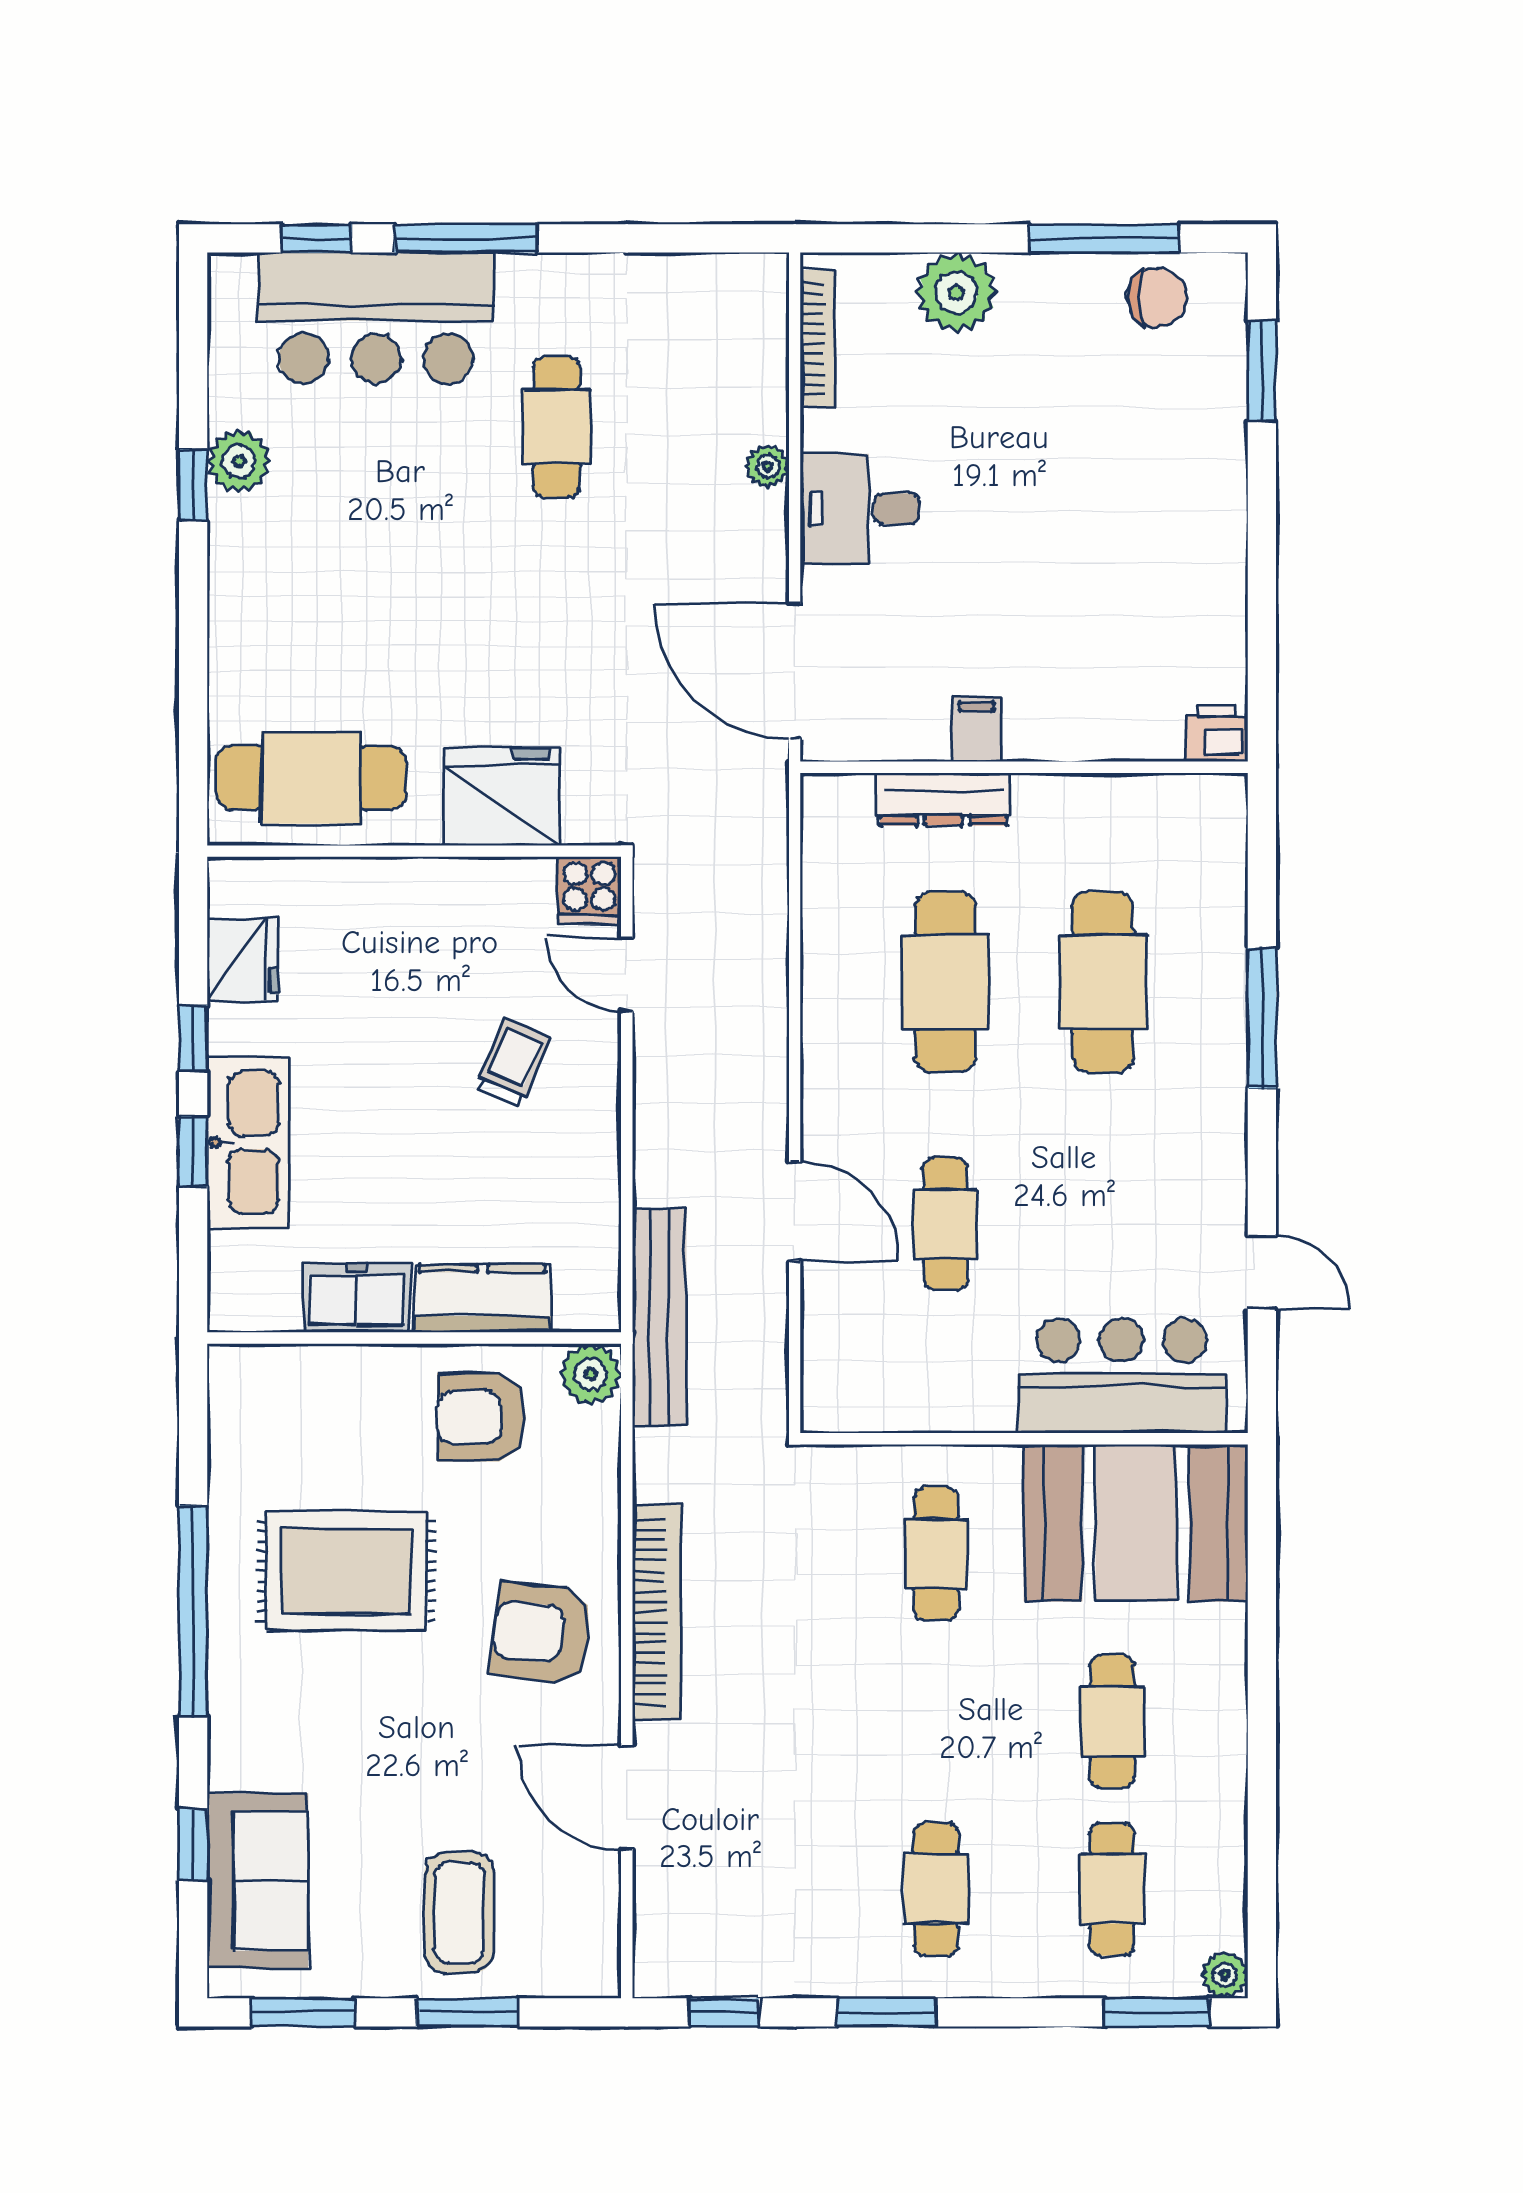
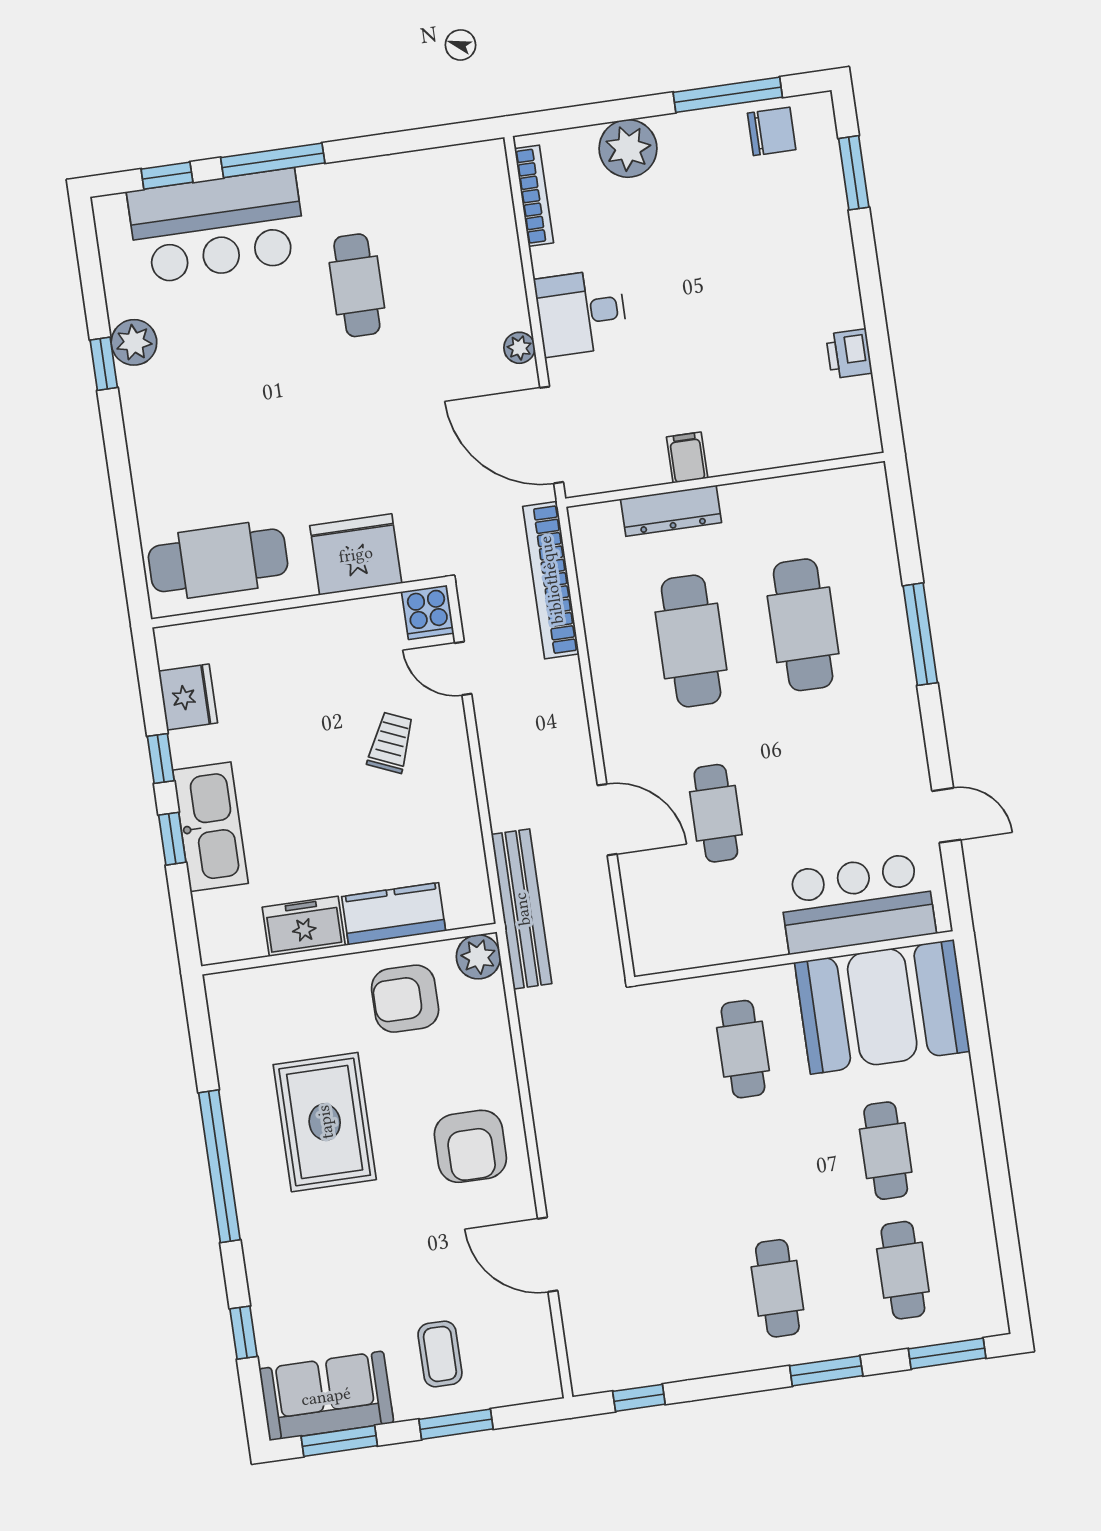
plant: (768, 466) -> (519, 348), moved
printer: (1217, 733) -> (849, 354), moved, turned -90
rug: (346, 1571) -> (325, 1122), turned 90
bookcase: (657, 1612) -> (551, 580), moved, turned 180
armchair: (542, 1633) -> (470, 1146), turned -97
sofa: (258, 1881) -> (326, 1396), moved, turned -90
coffee table: (459, 1913) -> (440, 1354), width x0.73, depth x0.77
plant: (1225, 1975) -> (992, 1320), removed
window: (886, 2012) -> (826, 1371), moved

